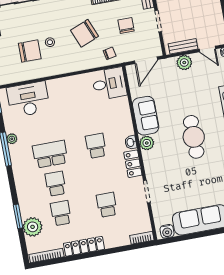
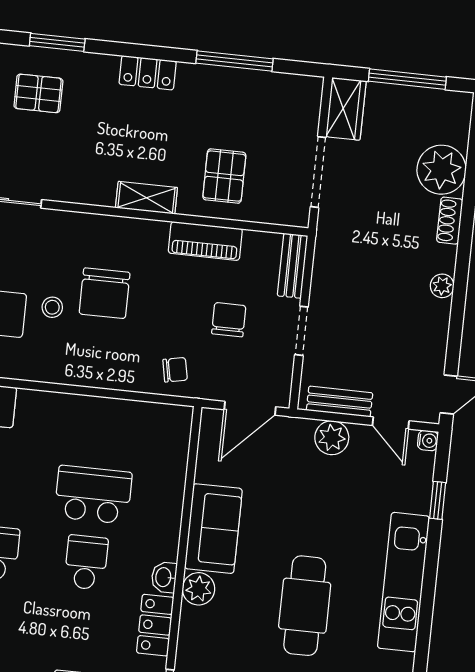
chair: (85, 33) -> (105, 293), moved, turned -68
desk: (109, 84) -> (155, 436), removed
school desk: (91, 116) -> (93, 495), added

